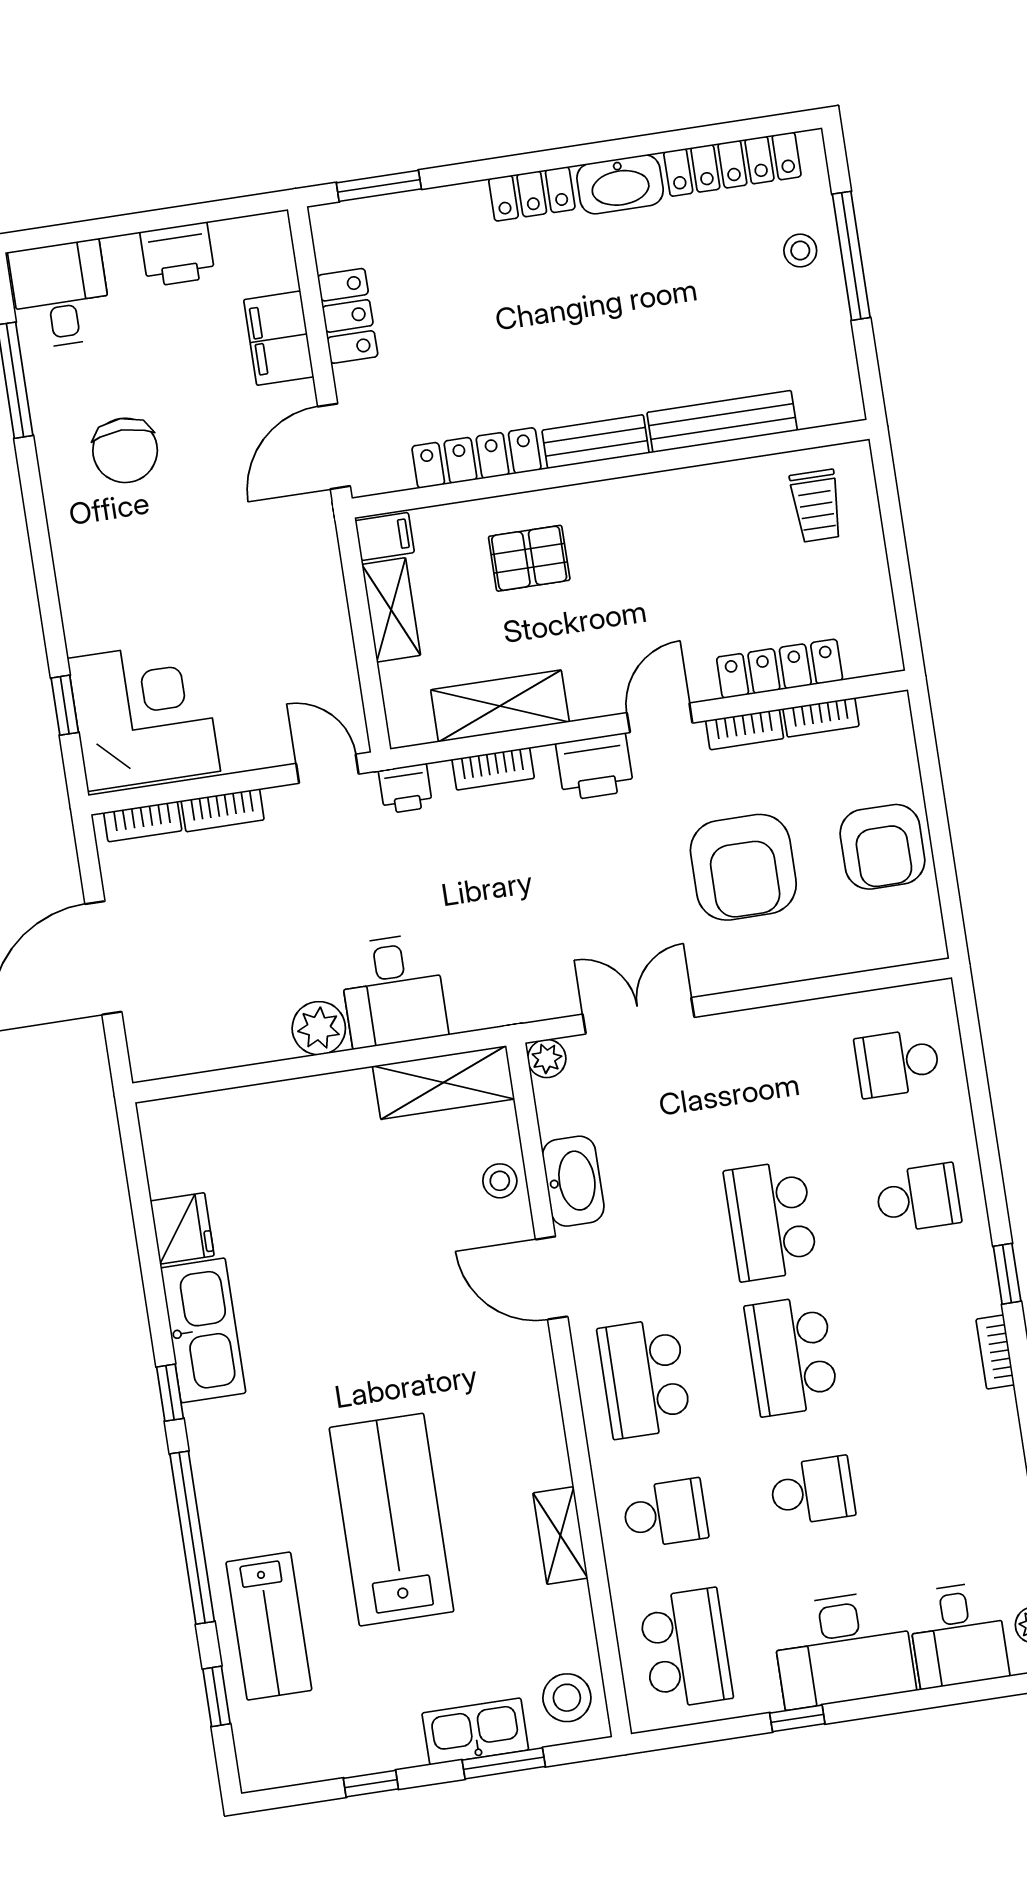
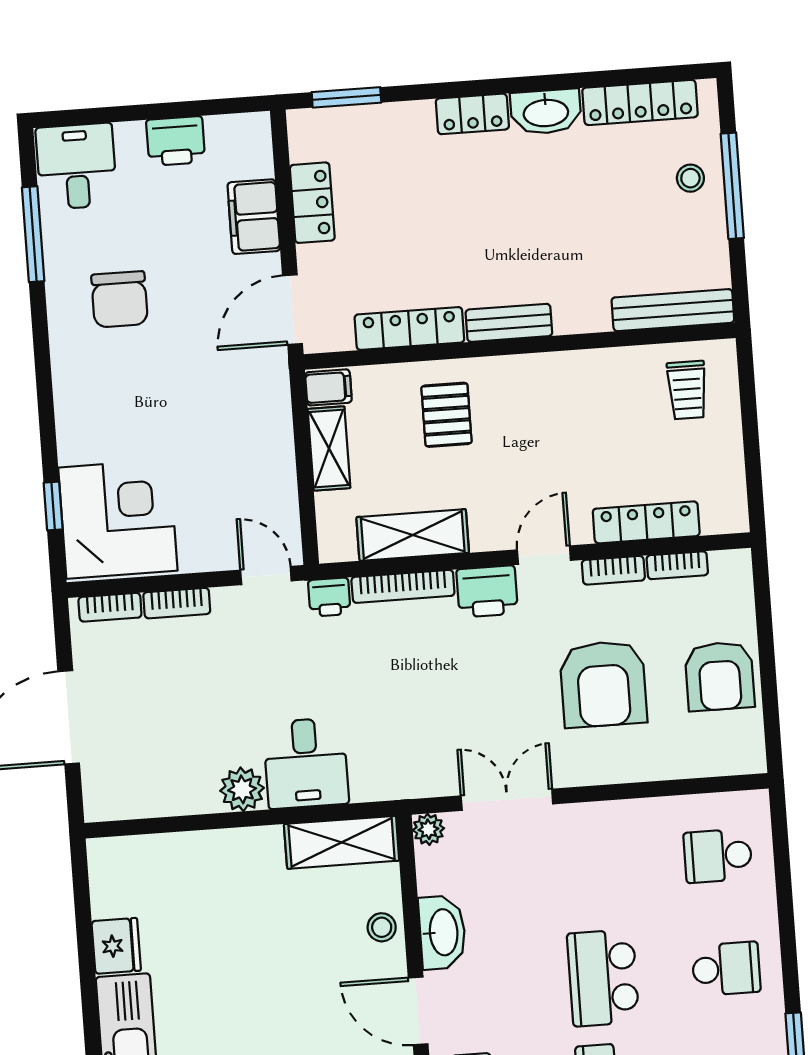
bench: (722, 422) -> (673, 310), moved
pallet: (529, 558) -> (446, 415), turned 90
bookcase: (493, 769) -> (403, 586), width x1.56

